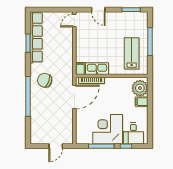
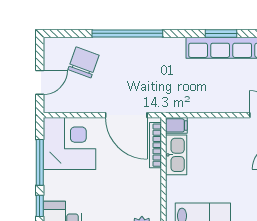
chair: (45, 80) -> (84, 62), moved
corner desk: (108, 129) -> (69, 143), moved
door: (56, 146) -> (40, 82), swing flipped

